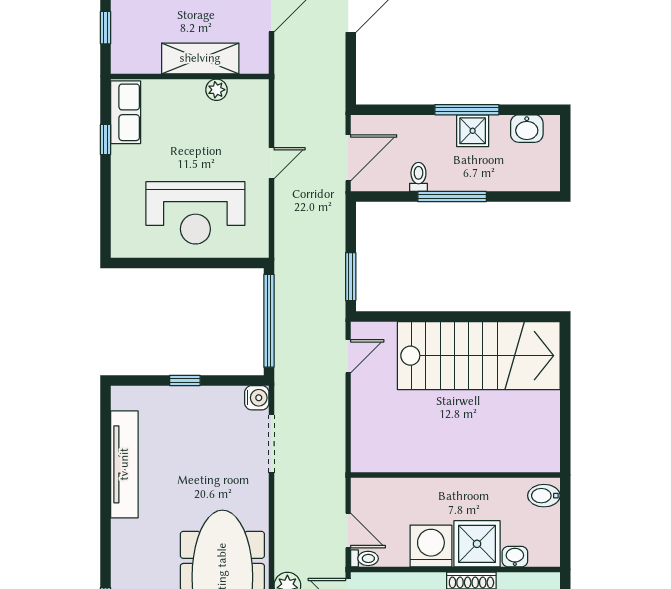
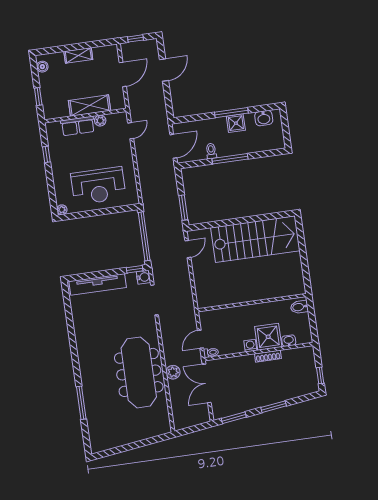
row of seats: (126, 112) -> (78, 126), moved, turned 90
door: (272, 163) -> (131, 131), moved
plant: (120, 248) -> (62, 210), added
window: (185, 380) -> (135, 269), moved
tv unit: (124, 464) -> (98, 284), moved, turned 90
door: (348, 530) -> (200, 339), swing flipped
washing machine: (431, 546) -> (250, 346), width x0.53, depth x0.53

